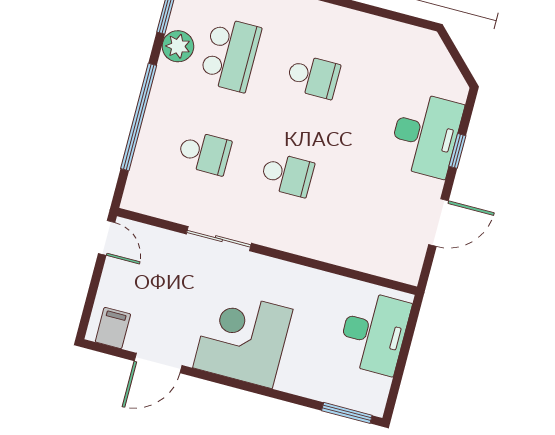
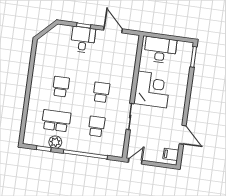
desk: (426, 135) -> (83, 40), width x0.73
corner desk: (243, 339) -> (152, 89), moved, turned 180

